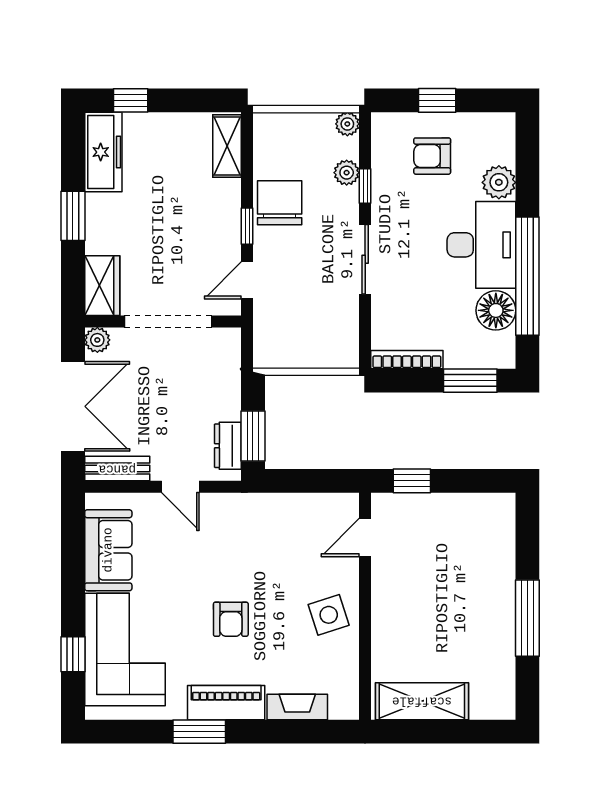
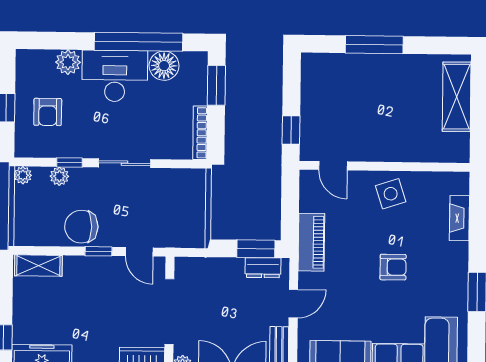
window: (527, 618) -> (374, 45), moved
shelving: (422, 701) -> (457, 97), moved
piano: (226, 703) -> (311, 242), moved, turned 180

